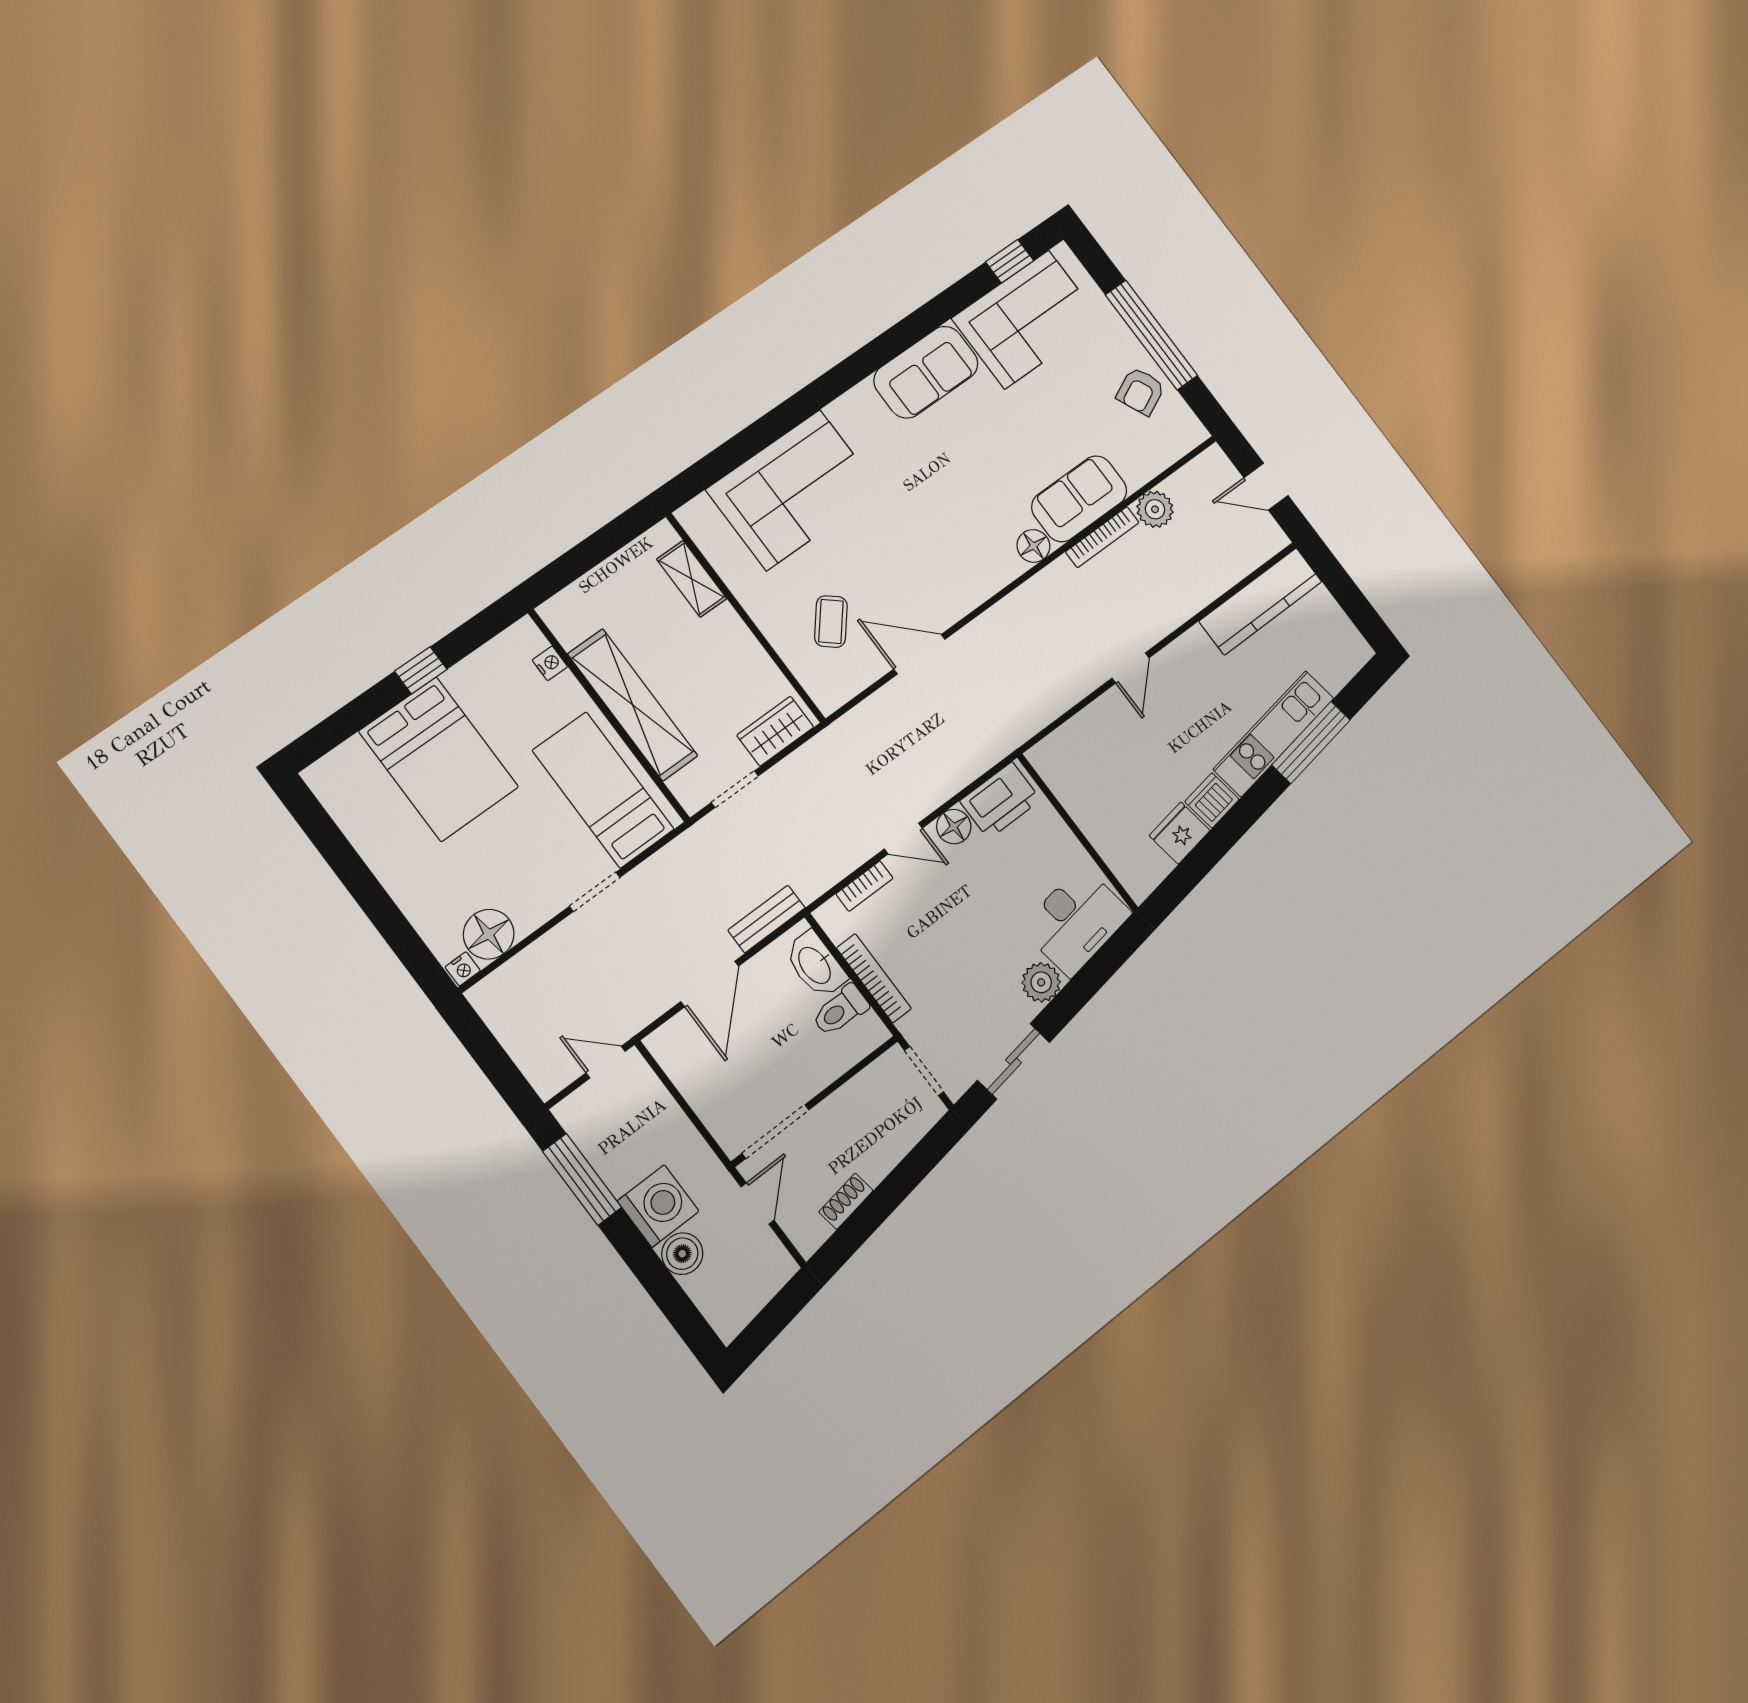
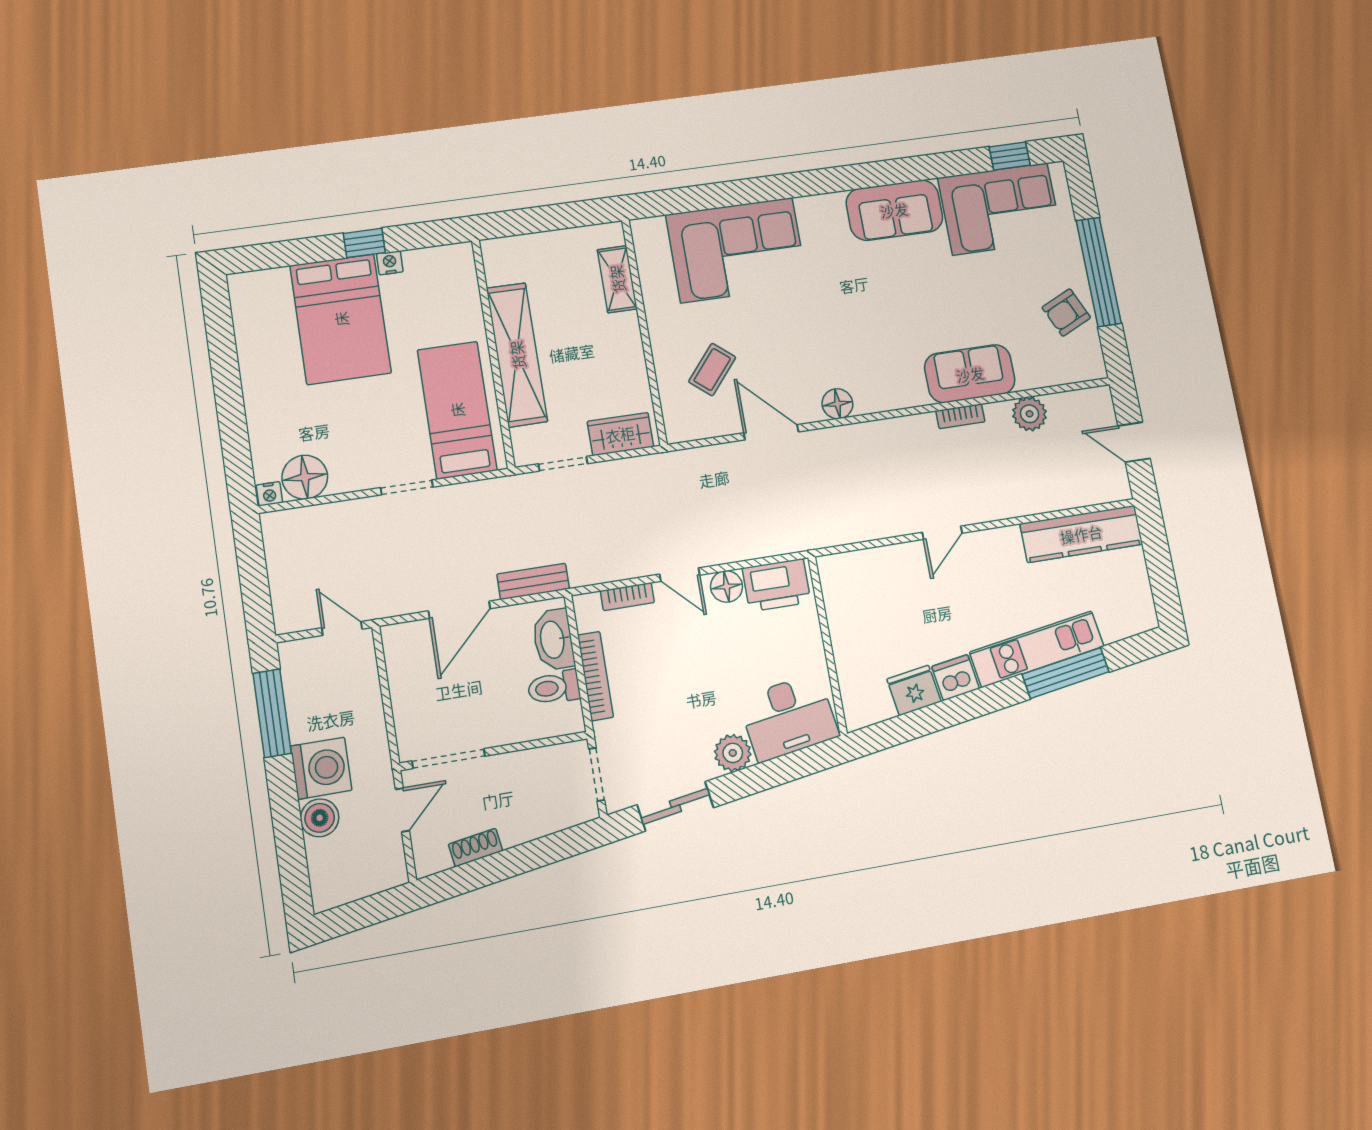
bookcase: (1102, 537) -> (960, 416), width x0.64
floor lamp: (1033, 546) -> (837, 404), moved
nightstand: (550, 663) -> (390, 263), moved, turned -90

